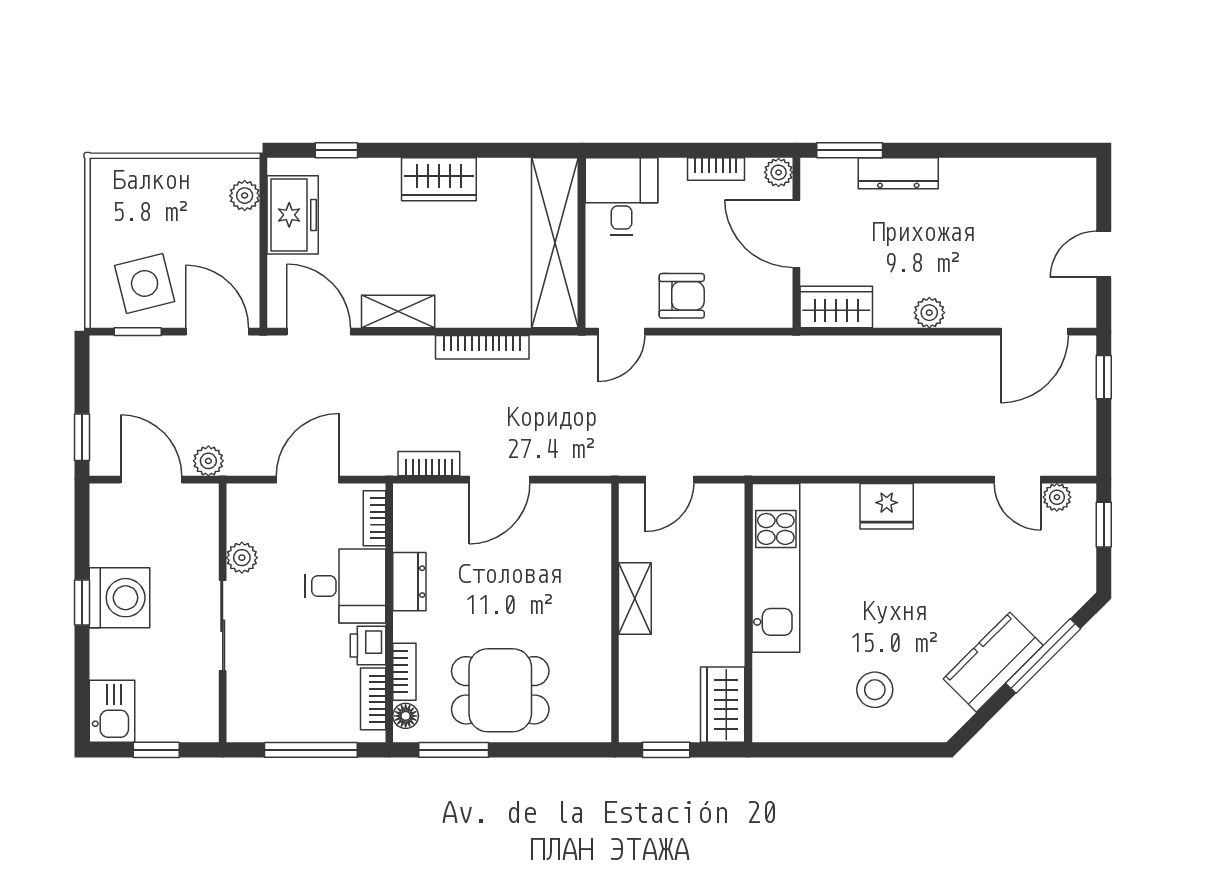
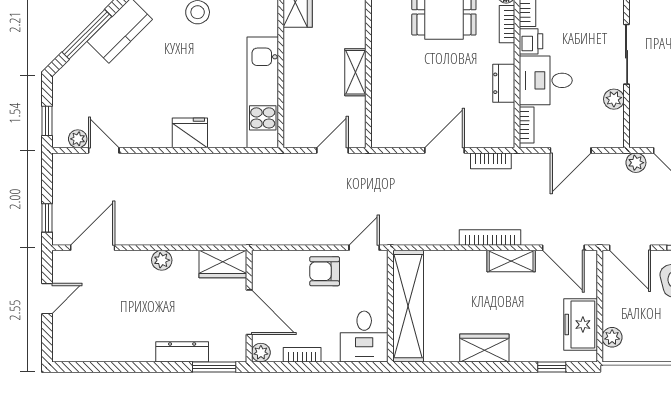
bookcase: (482, 347) -> (490, 238), moved

